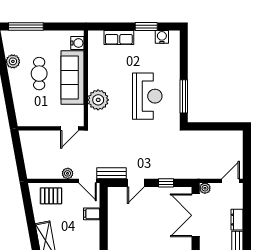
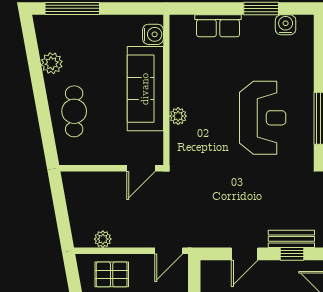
cafe table: (39, 74) -> (74, 111), moved
plant: (98, 100) -> (178, 116), width x0.53, depth x0.53
plant: (68, 173) -> (103, 239), moved
bench: (111, 173) -> (291, 239), moved
door: (87, 181) -> (169, 251), hinge flipped

